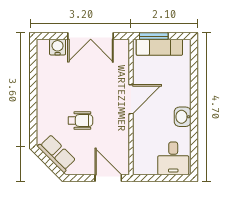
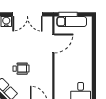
door: (131, 99) -> (53, 43), moved
washbasin: (183, 117) -> (87, 66), removed

